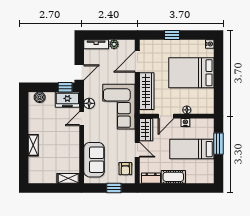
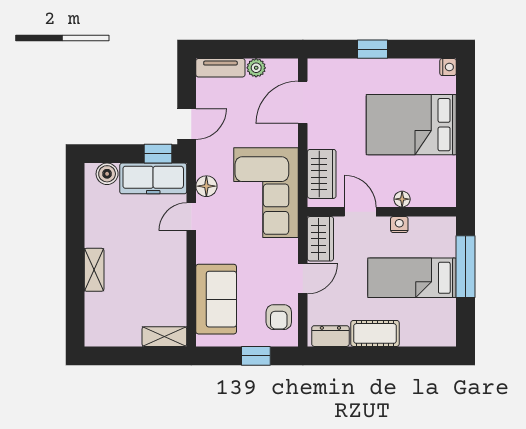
wardrobe: (147, 91) -> (322, 174), width x0.67
freezer: (67, 100) -> (153, 178), width x1.40
door: (166, 116) -> (360, 212), swing flipped
window: (218, 144) -> (465, 267), width x1.44
door: (137, 150) -> (303, 279), hinge flipped

